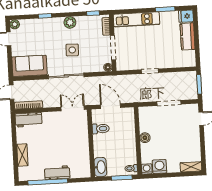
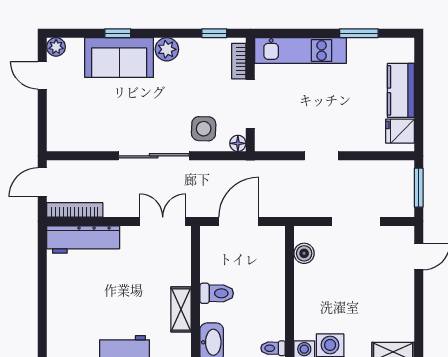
fridge: (186, 16) -> (400, 131), moved
side table: (72, 50) -> (204, 129), moved
sofa: (30, 66) -> (119, 58), moved, turned 180
door: (111, 106) -> (239, 221), hinge flipped
workbench: (29, 120) -> (83, 239), width x1.37
toilet: (101, 129) -> (217, 293), moved
boiler: (145, 138) -> (304, 253), moved
shelving: (22, 155) -> (181, 309), moved

